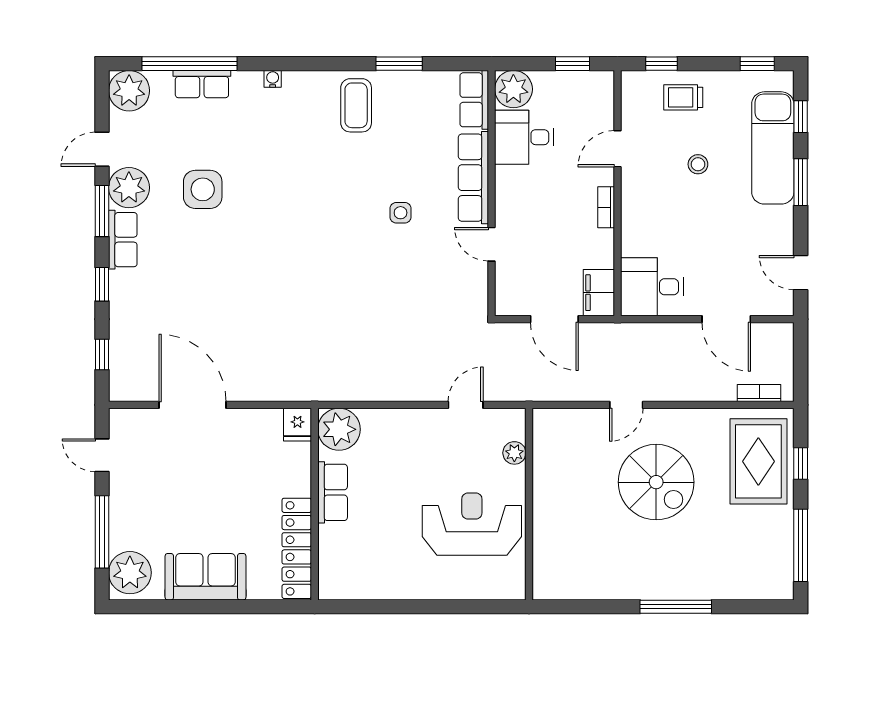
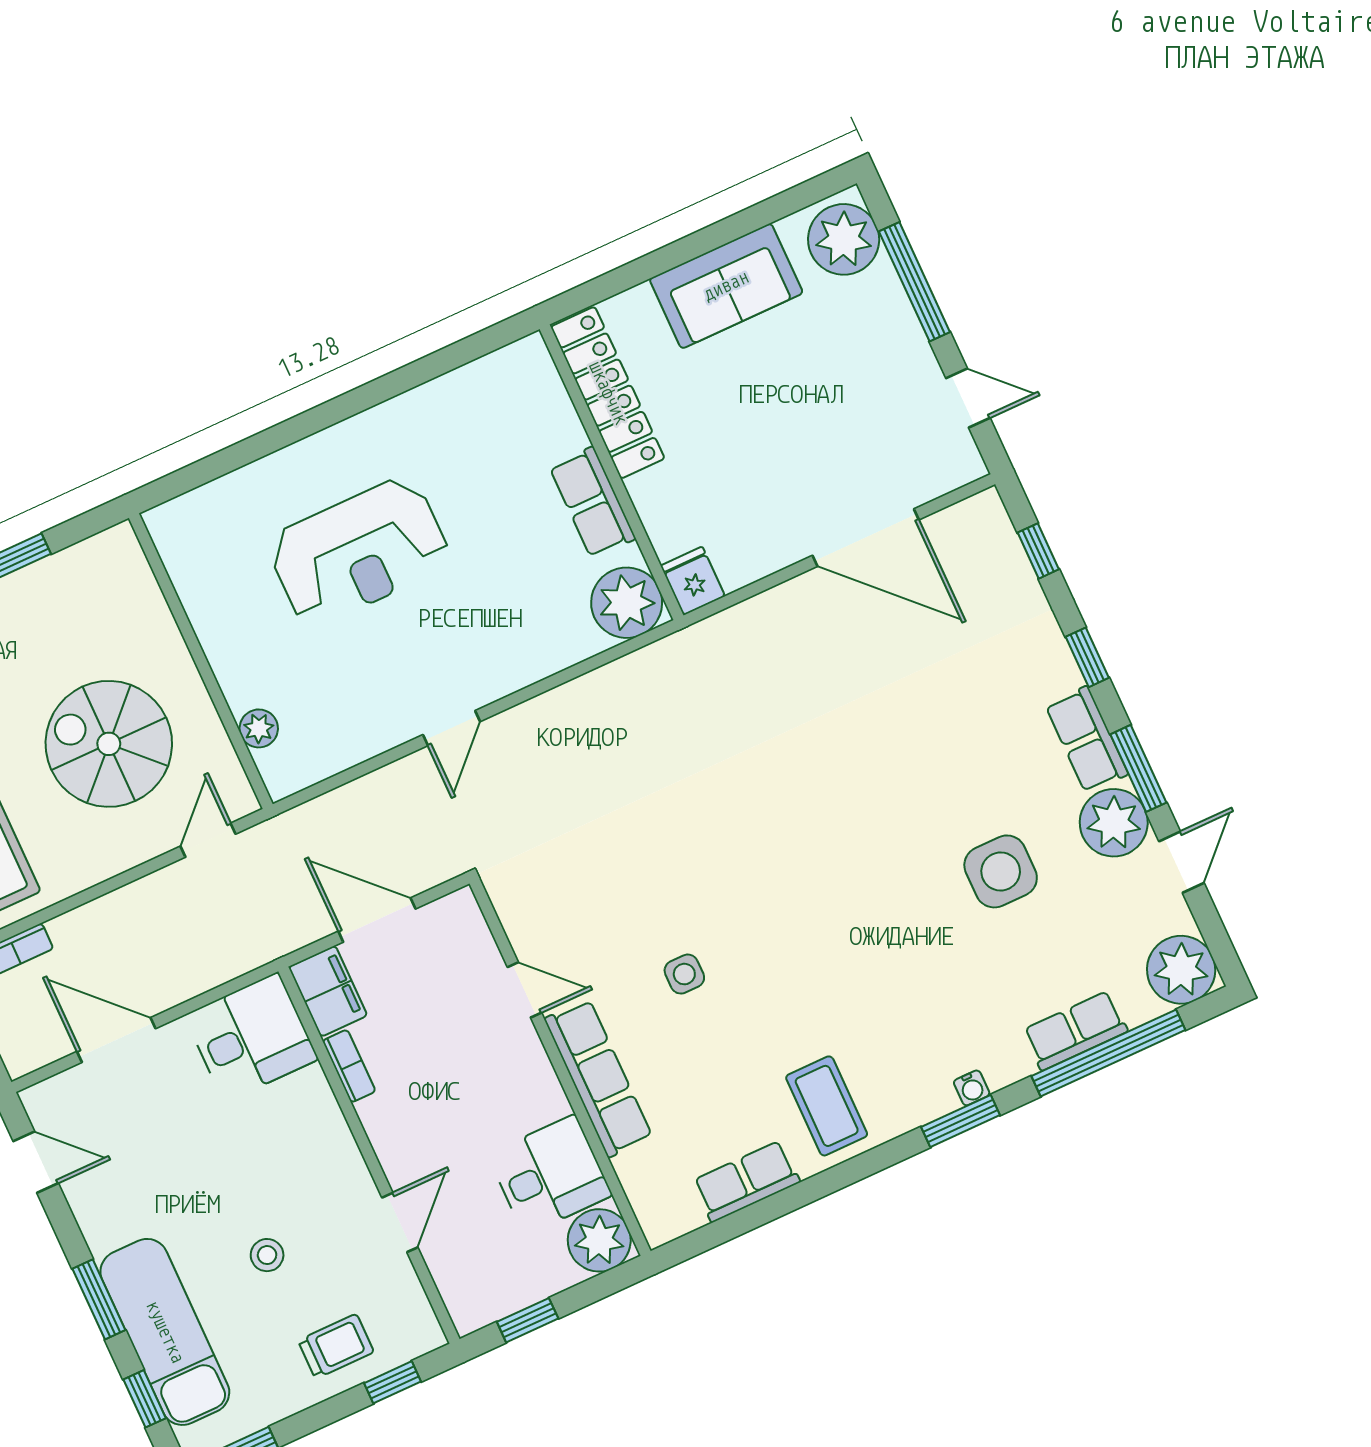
window: (399, 64) -> (960, 1121), moved
row of seats: (474, 100) -> (746, 1181), moved, turned -90
bookcase: (606, 207) -> (349, 1066), moved
plant: (514, 453) -> (259, 728), moved
wall: (529, 504) -> (201, 661), moved

